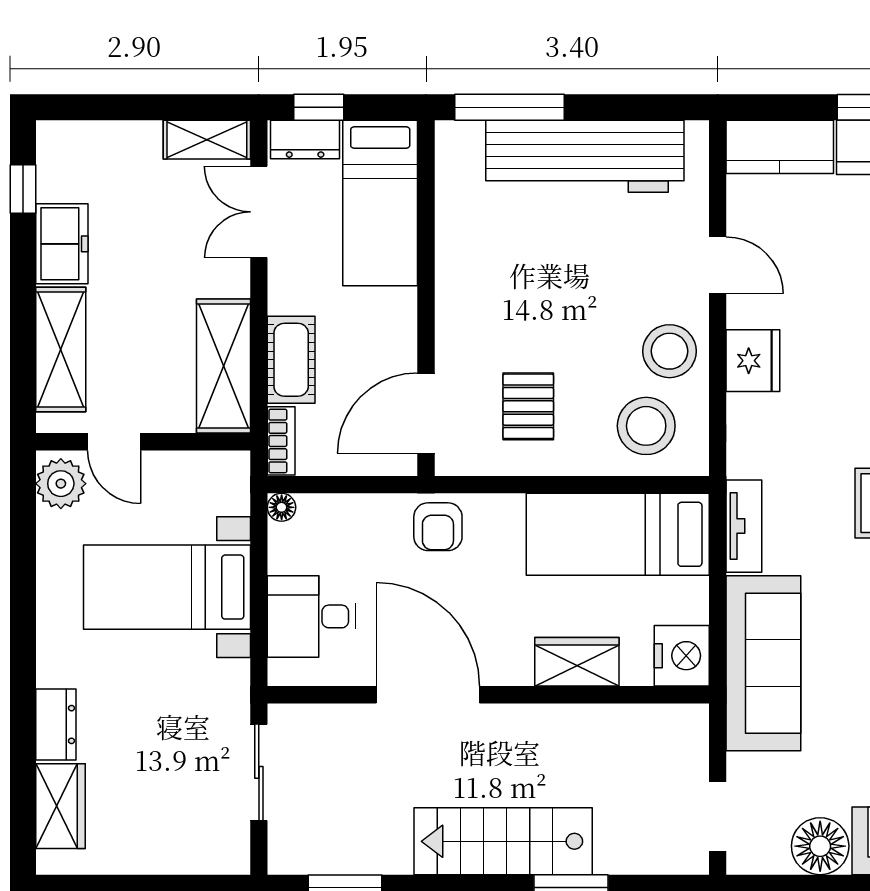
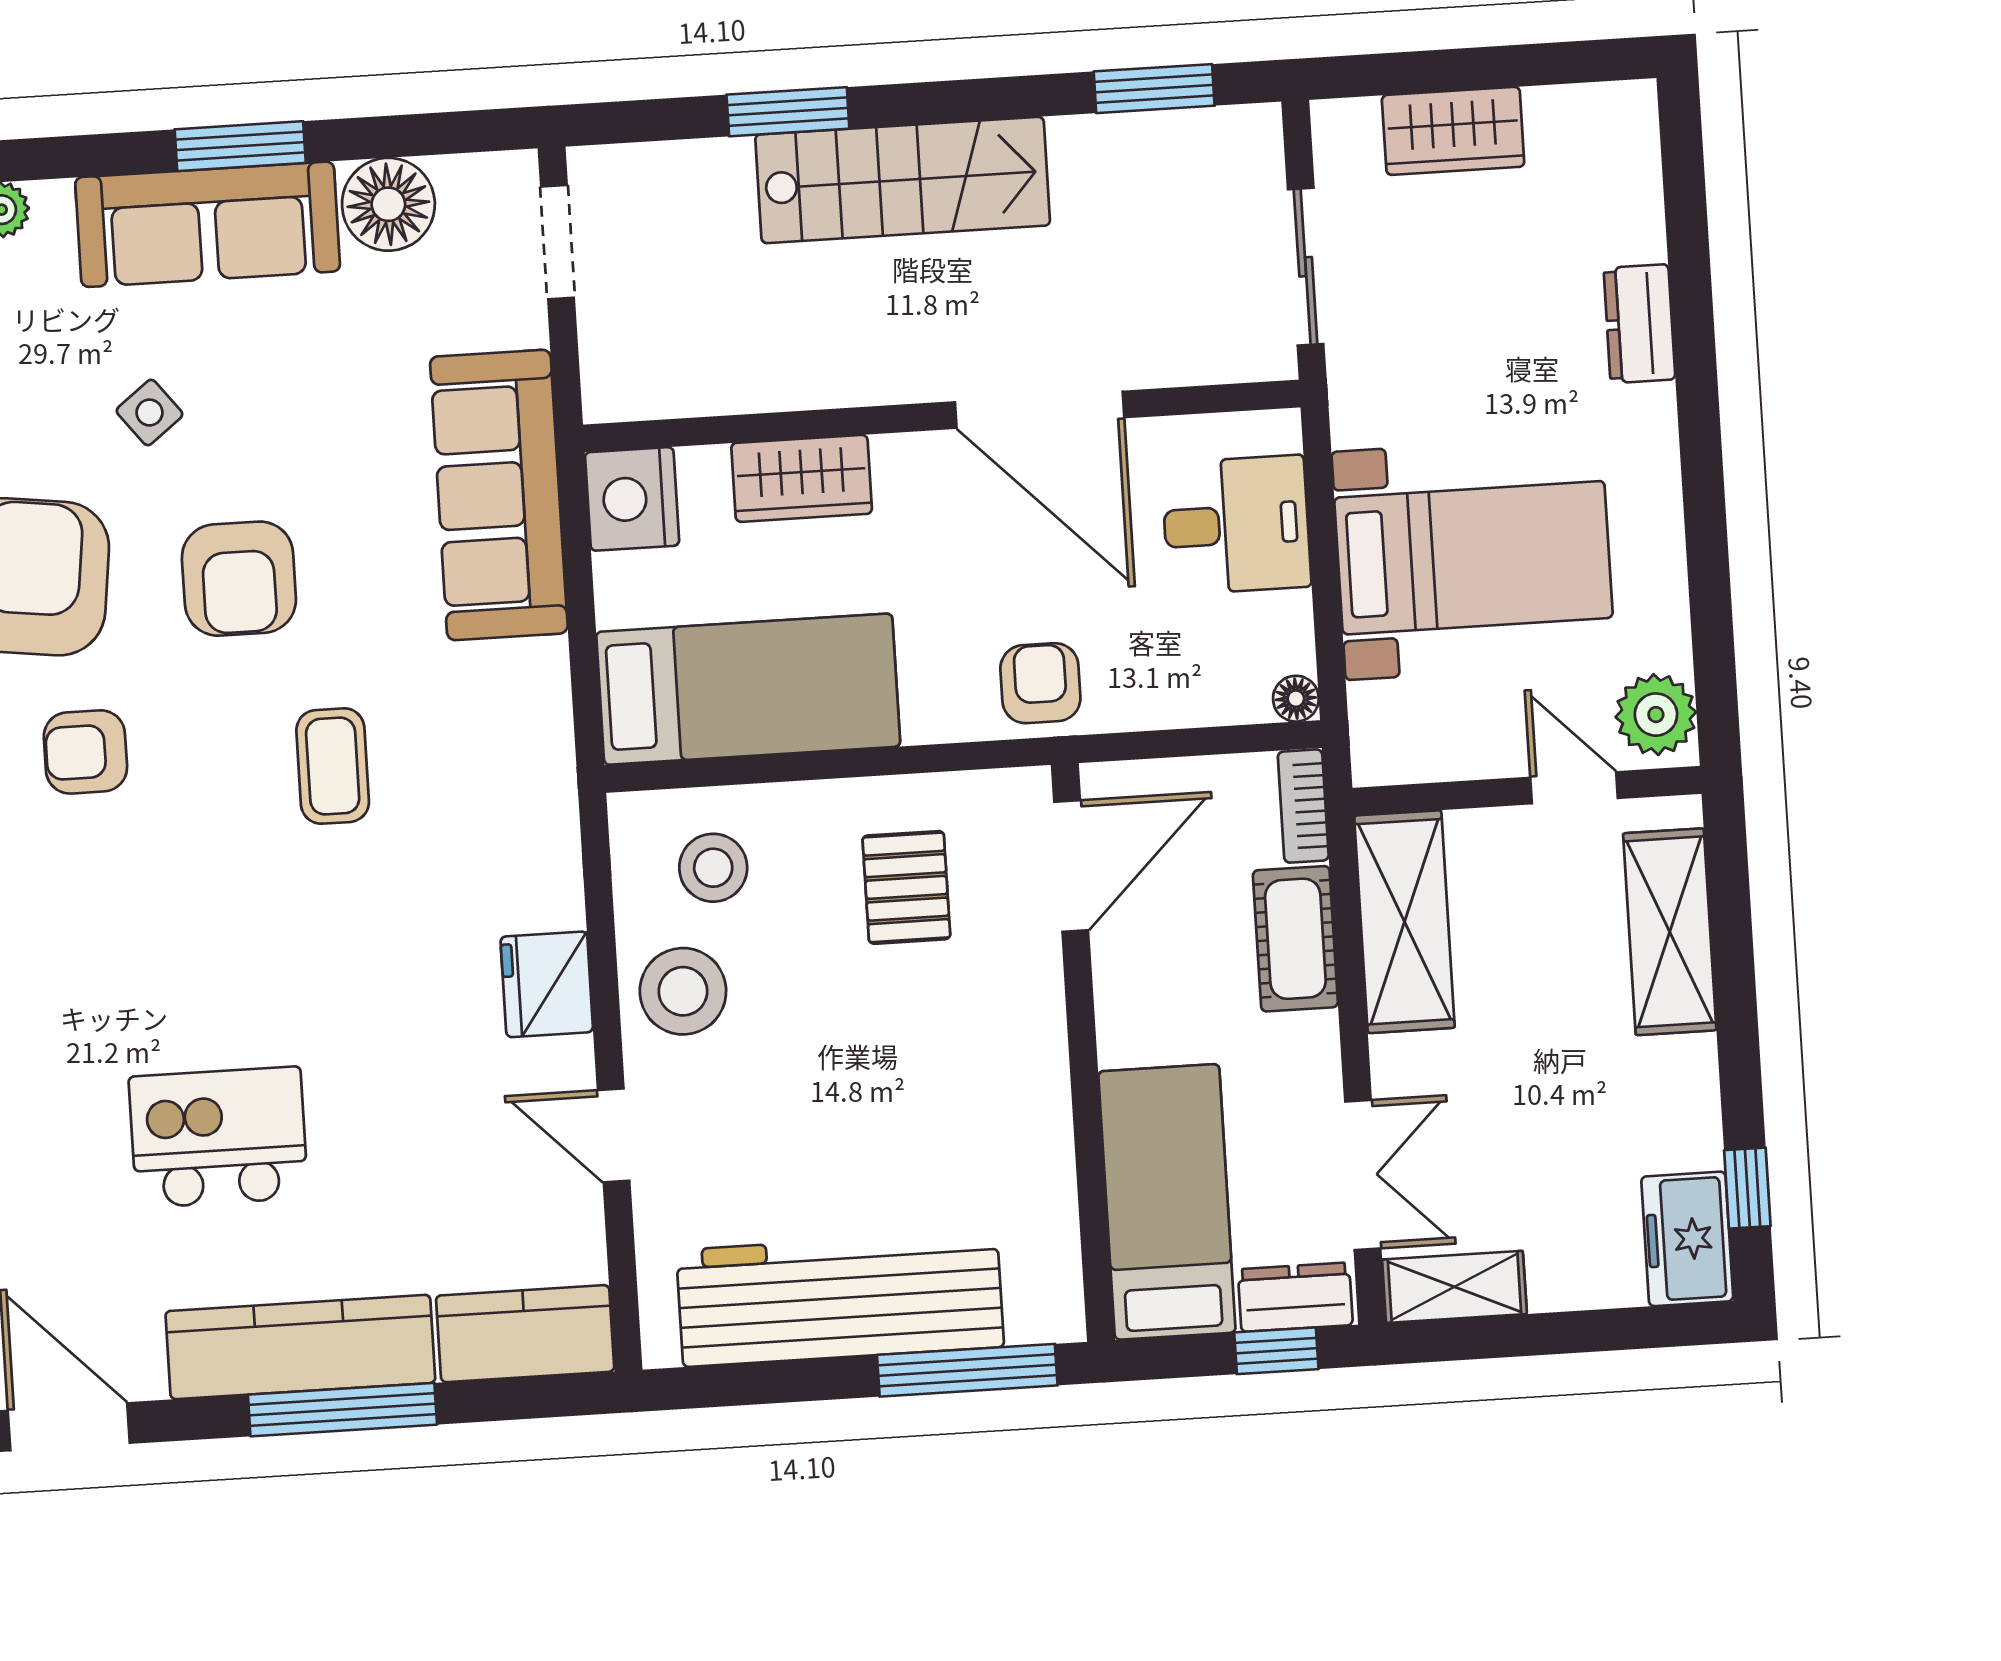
freezer: (62, 244) -> (1687, 1239), moved
stool: (646, 426) -> (713, 868), width x0.73, depth x0.73
tv unit: (744, 526) -> (545, 715), removed
wardrobe: (61, 806) -> (1453, 131), moved, turned -90

